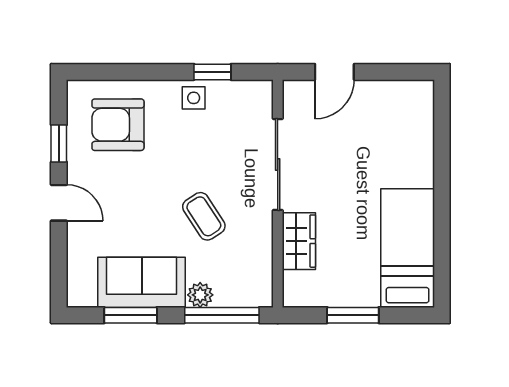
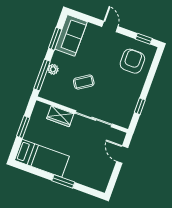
side table: (194, 98) -> (132, 95), removed
window: (59, 143) -> (144, 39), moved
window: (442, 182) -> (63, 181), added
door: (59, 203) -> (110, 26), swing flipped
sofa: (142, 282) -> (71, 35), moved

